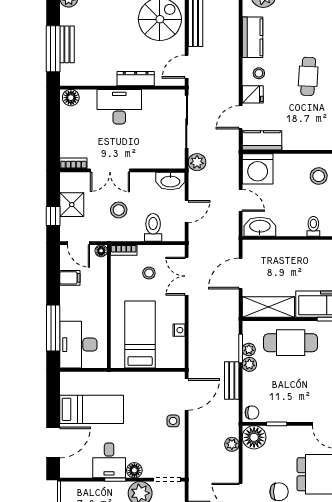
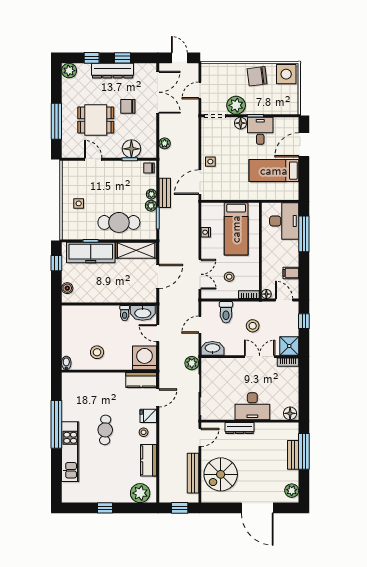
shower: (72, 205) -> (289, 346), moved
toilet: (313, 226) -> (125, 313), moved
plant: (249, 350) -> (151, 194), moved
floor lamp: (254, 437) -> (131, 149), moved

